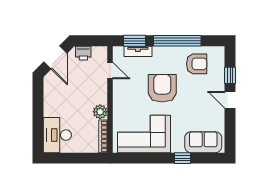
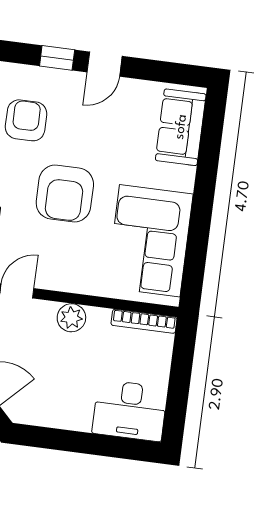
armchair: (162, 88) -> (65, 194), turned -90
plant: (100, 112) -> (71, 318), moved
window: (182, 158) -> (207, 172), removed

